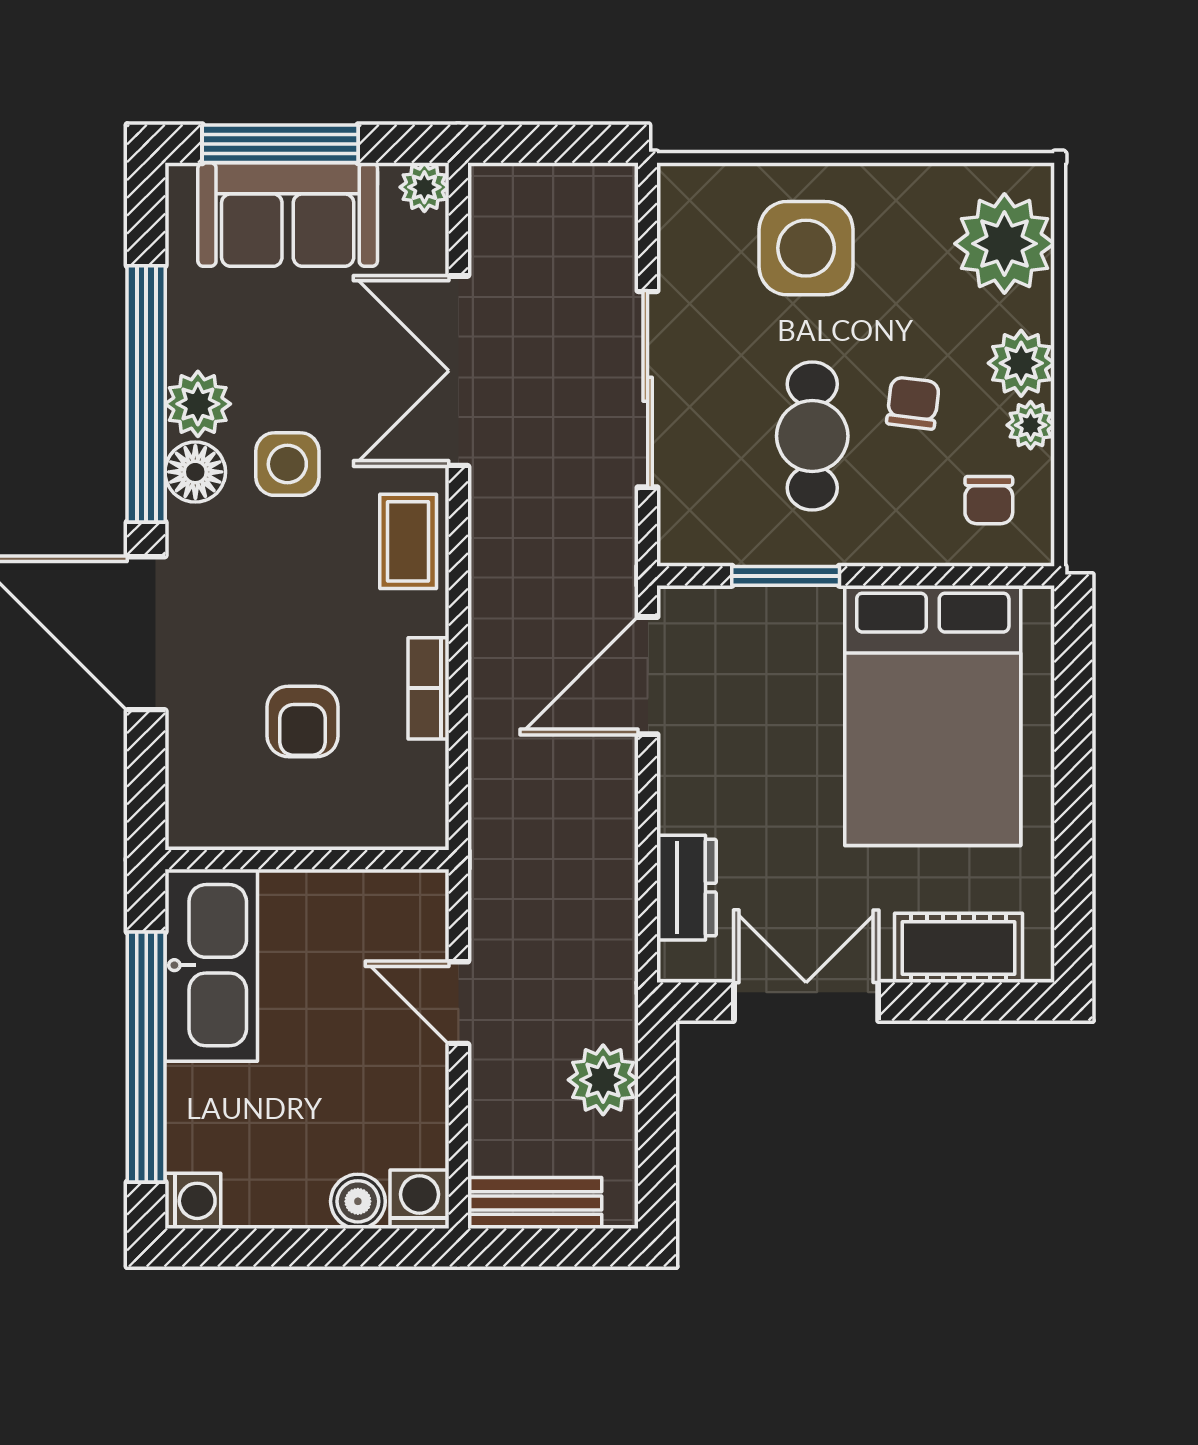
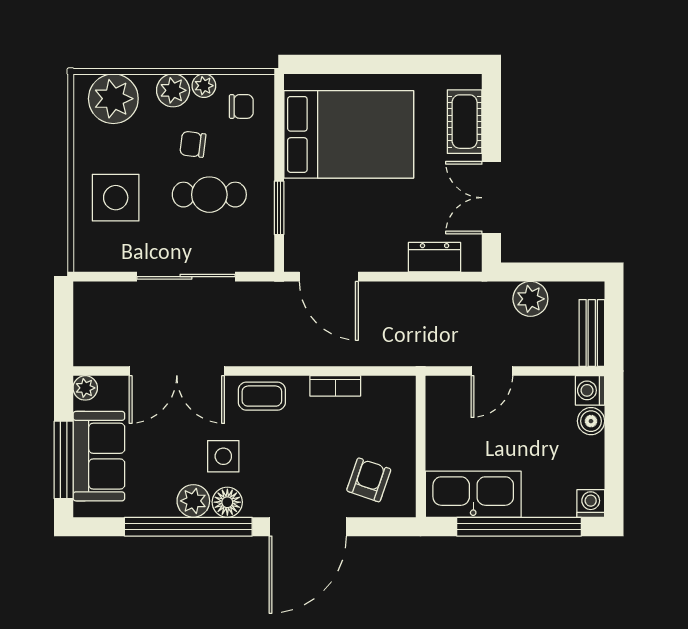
armchair: (303, 721) -> (369, 480), moved, turned -71

